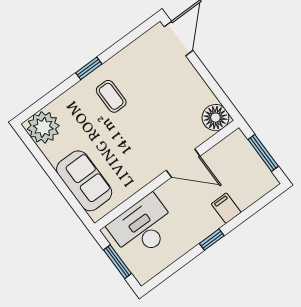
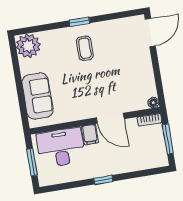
floor lamp: (215, 118) -> (153, 103), width x0.53, depth x0.53
bookcase: (230, 141) -> (149, 120), added
filing cabinet: (226, 208) -> (90, 135), moved, turned 180

